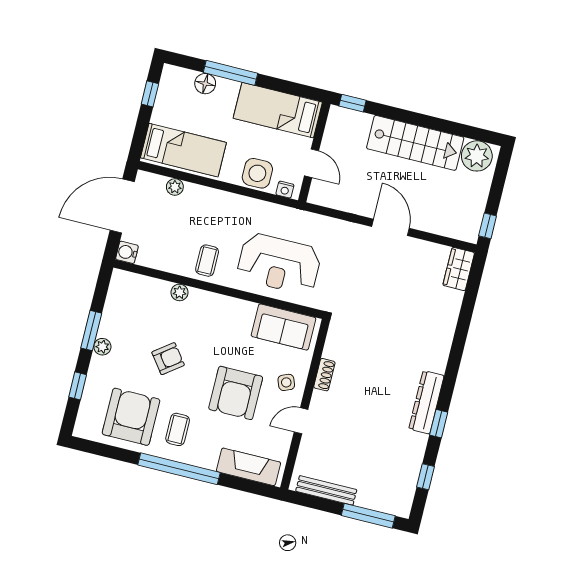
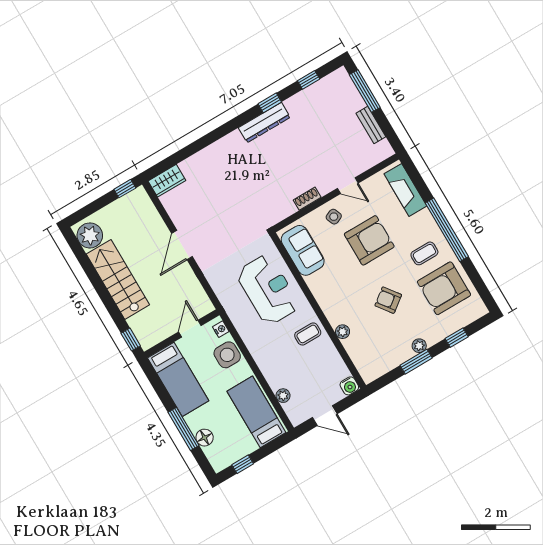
door: (122, 206) -> (325, 416), width x0.53
bench: (326, 490) -> (371, 125), width x0.73

